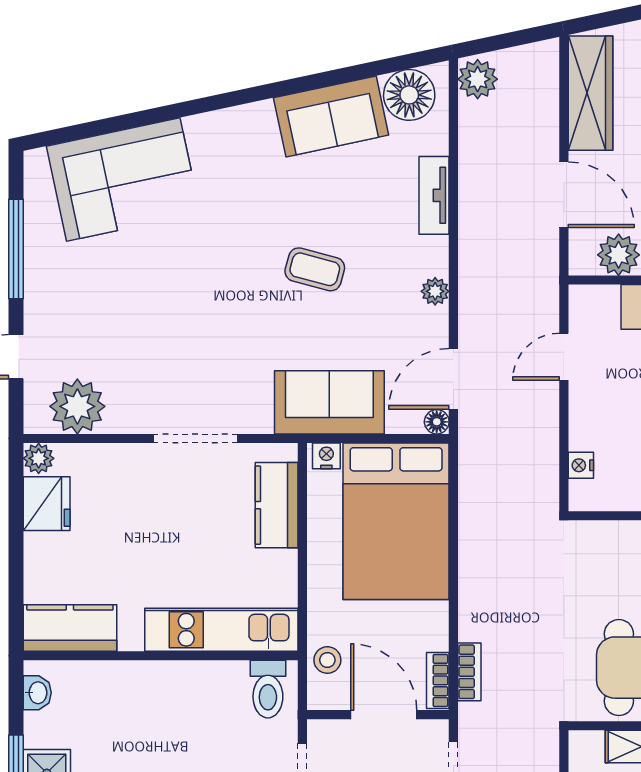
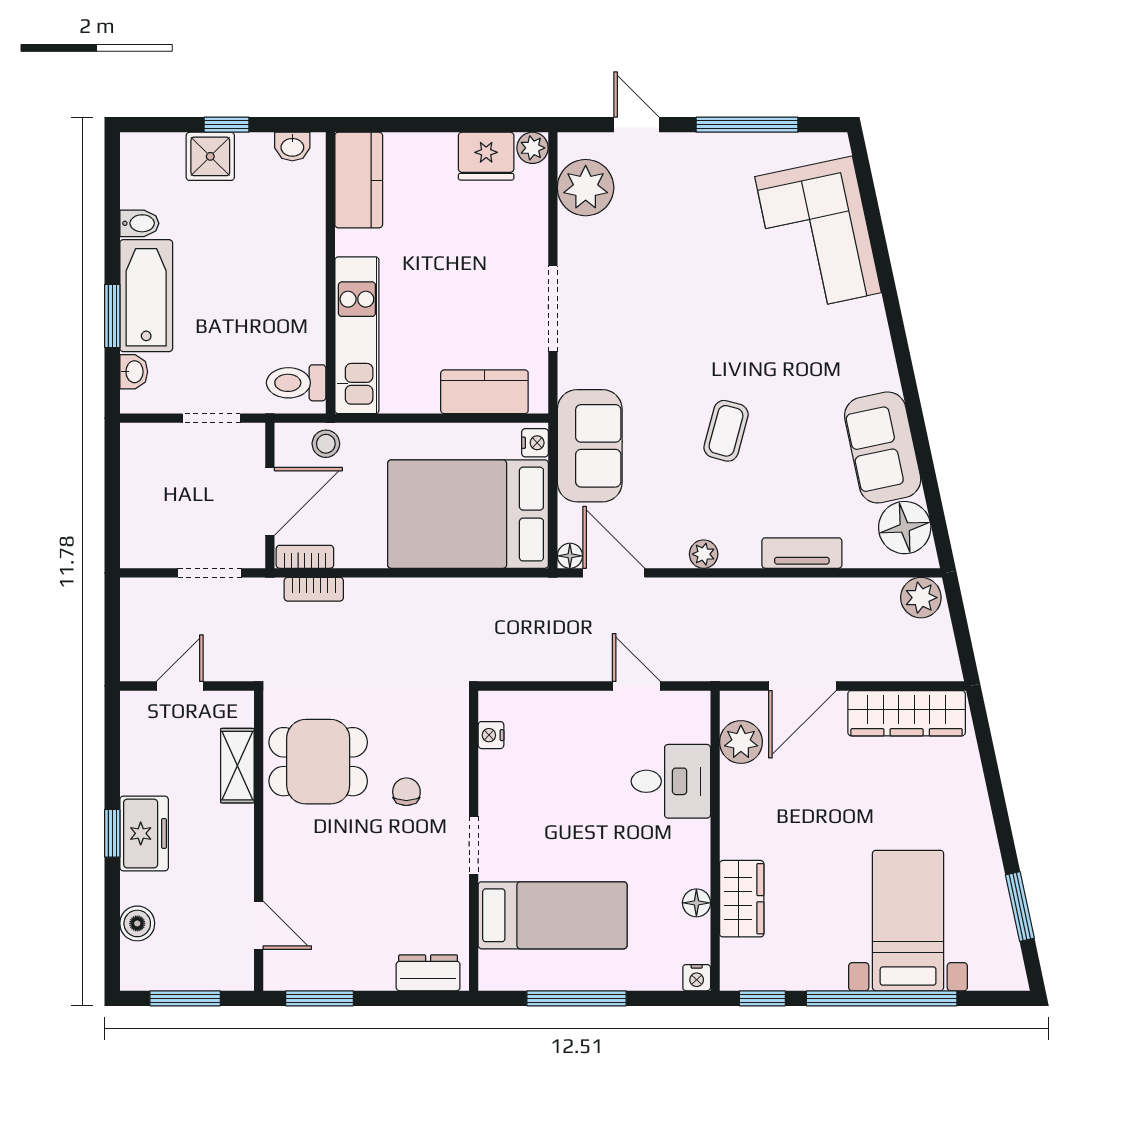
nightstand: (581, 465) -> (491, 735), moved, turned -90

